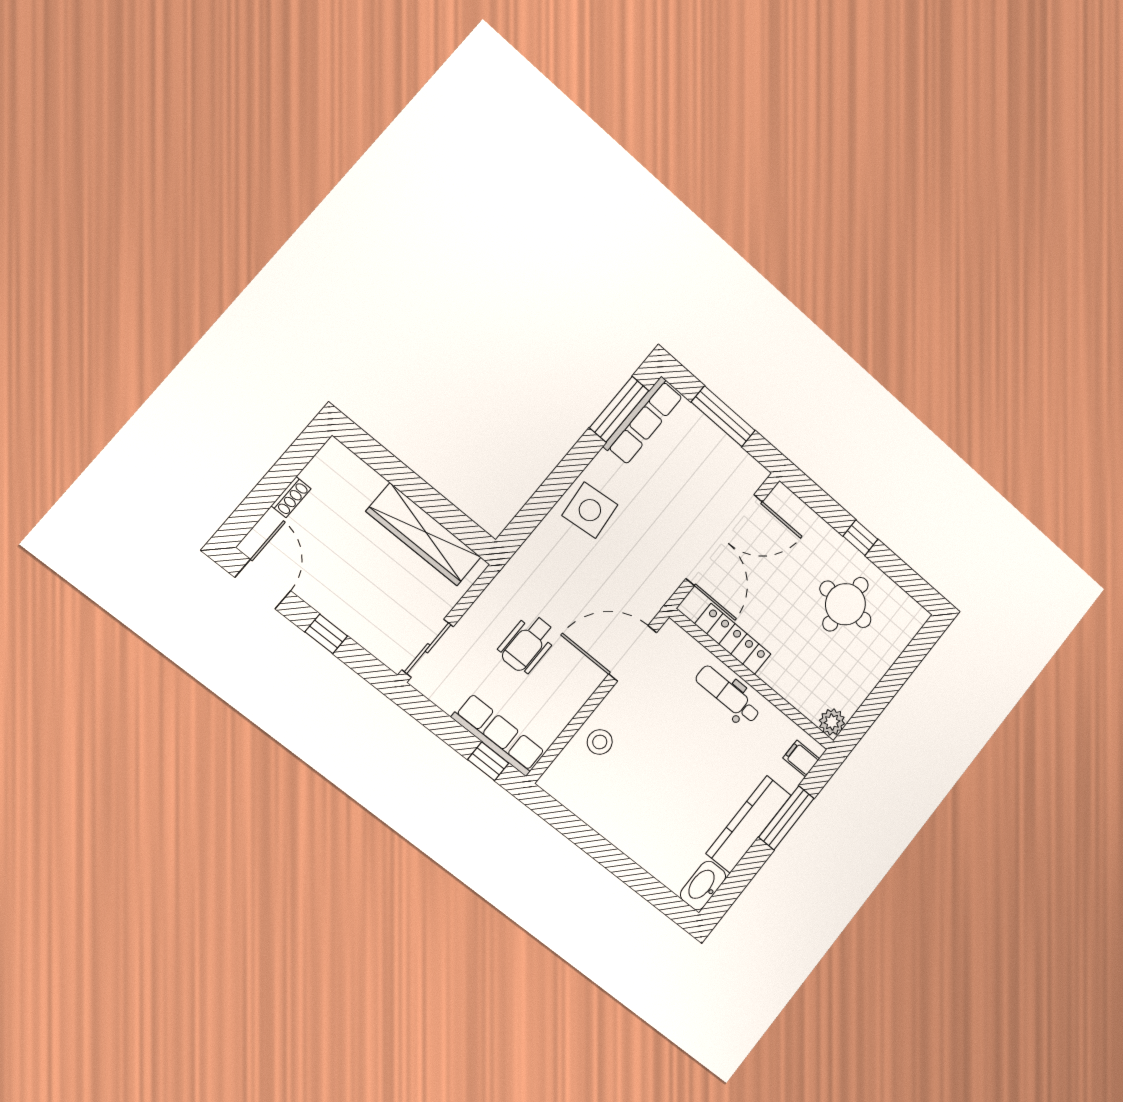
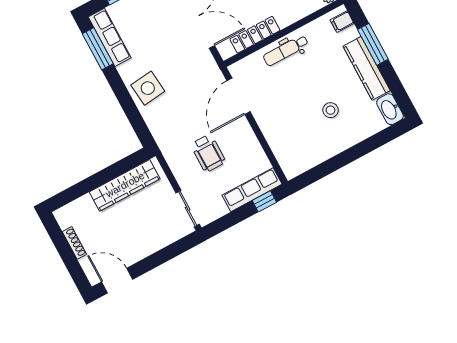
shoe rack: (291, 497) -> (74, 243), width x1.43
window: (326, 634) -> (157, 259), removed
stool: (600, 742) -> (331, 110), moved

